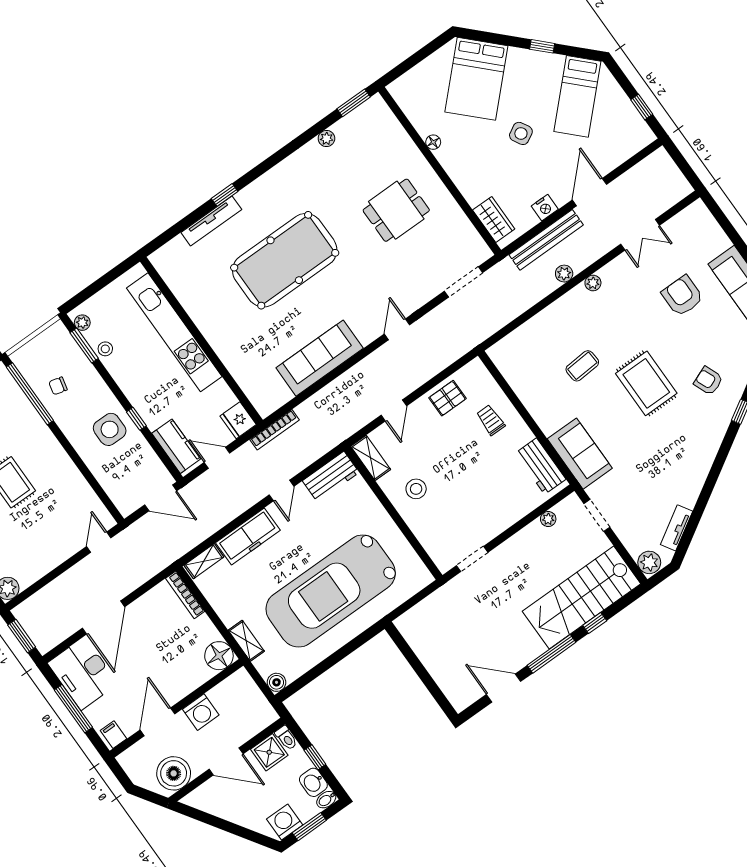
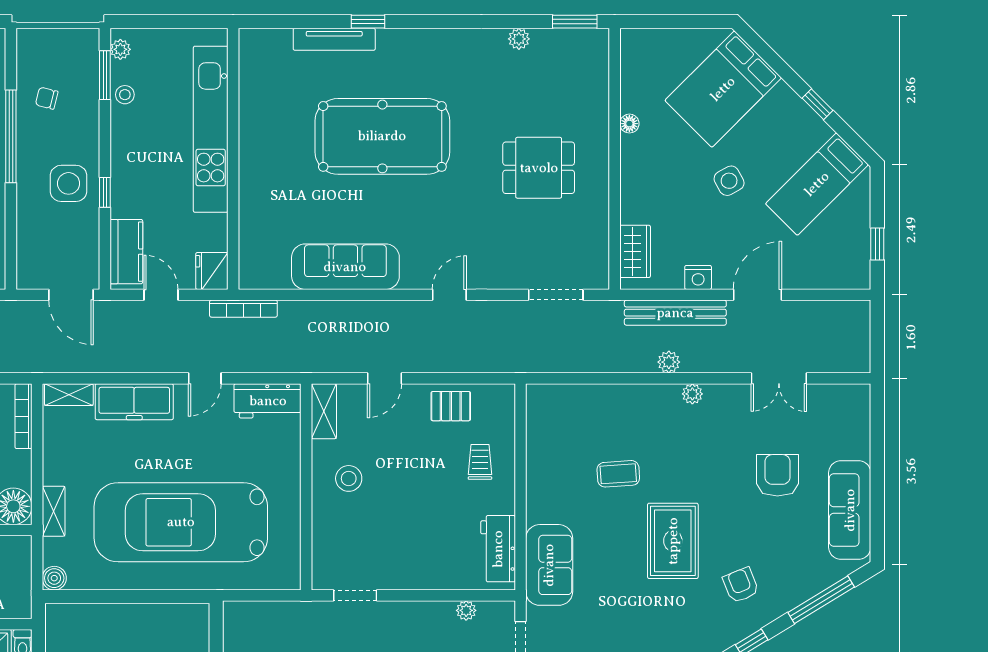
window: (30, 394) -> (11, 136), moved

